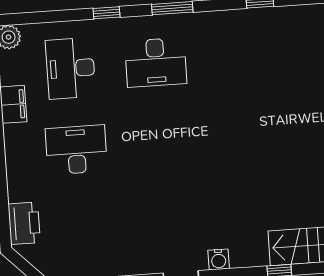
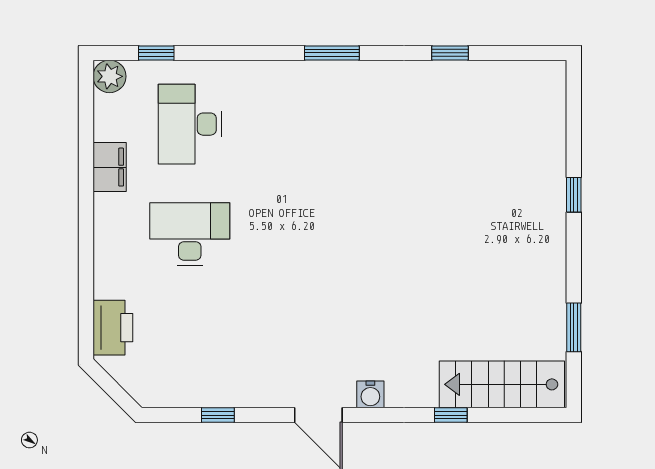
window: (106, 13) -> (156, 53), moved
desk: (156, 62) -> (305, 124), removed

